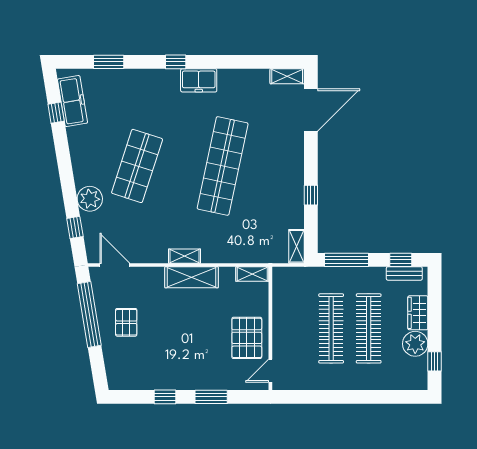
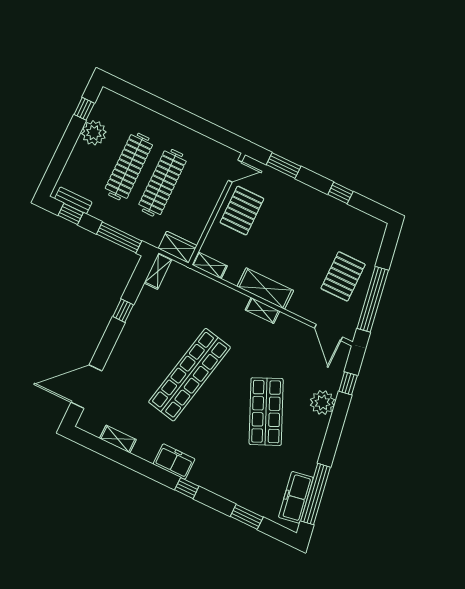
shelving: (287, 76) -> (118, 439), moved
window: (56, 113) -> (316, 494), width x3.17
shop shelf: (137, 166) -> (266, 412), turned -42
wardrobe: (418, 313) -> (178, 247), moved, turned -90
pallet: (126, 322) -> (343, 276), width x1.50, depth x1.42
window: (211, 397) -> (284, 166), moved

